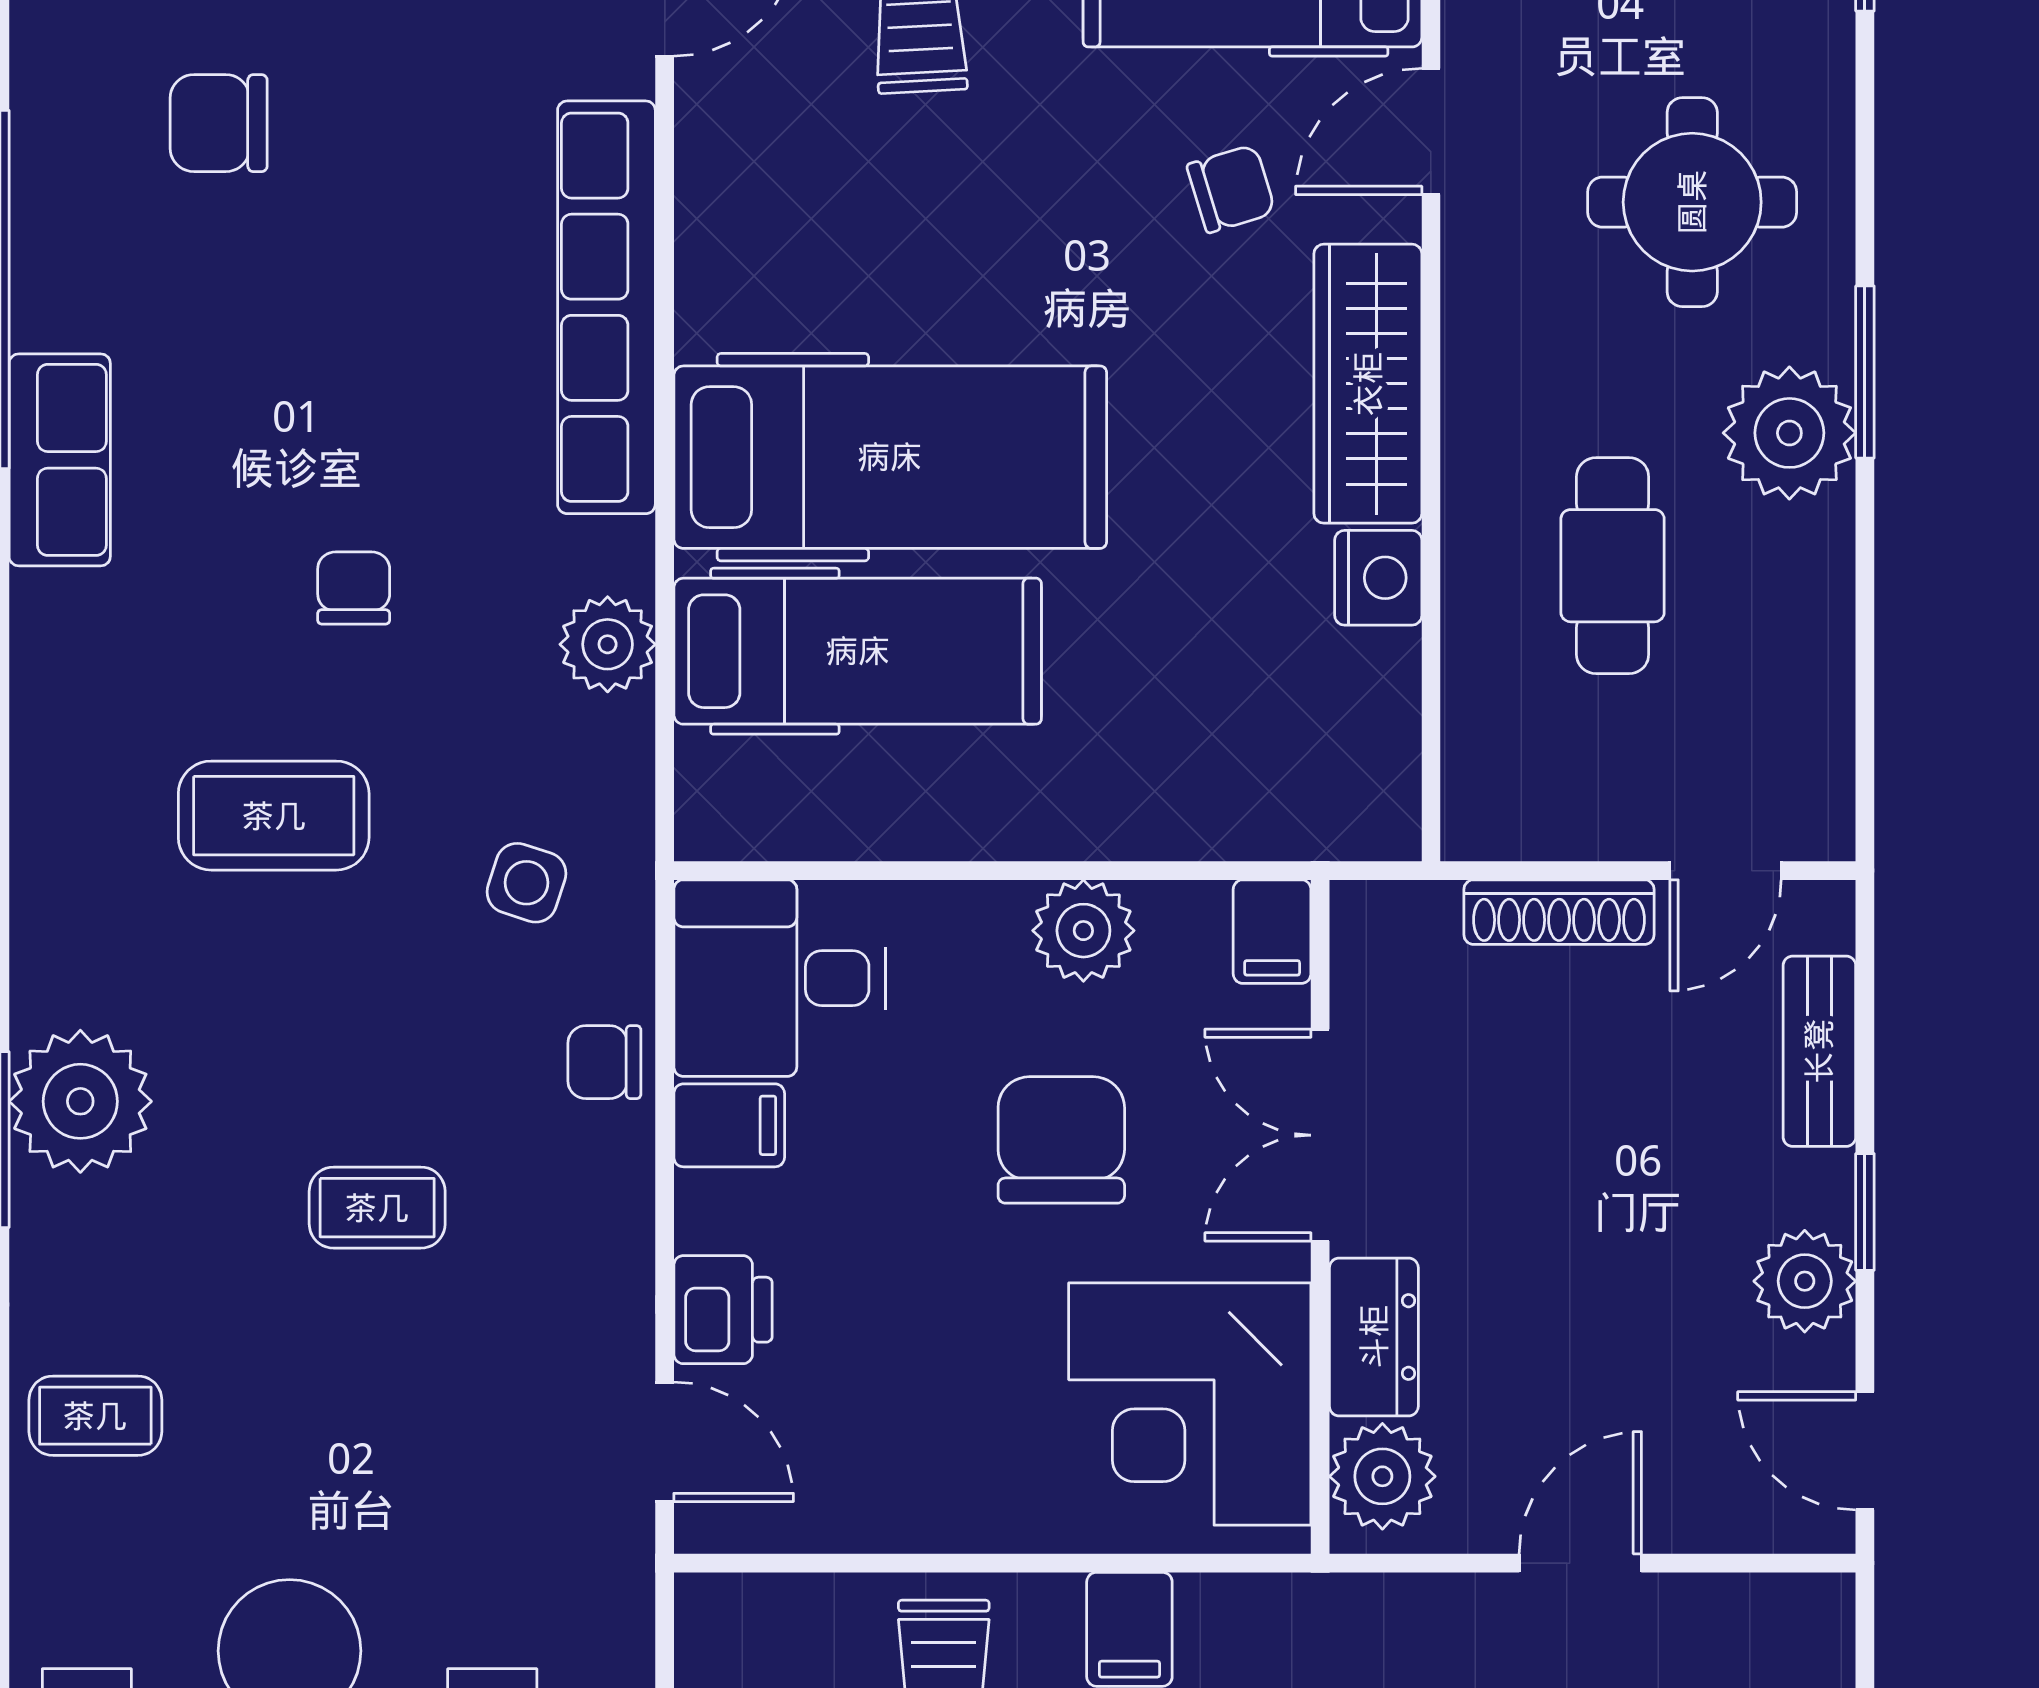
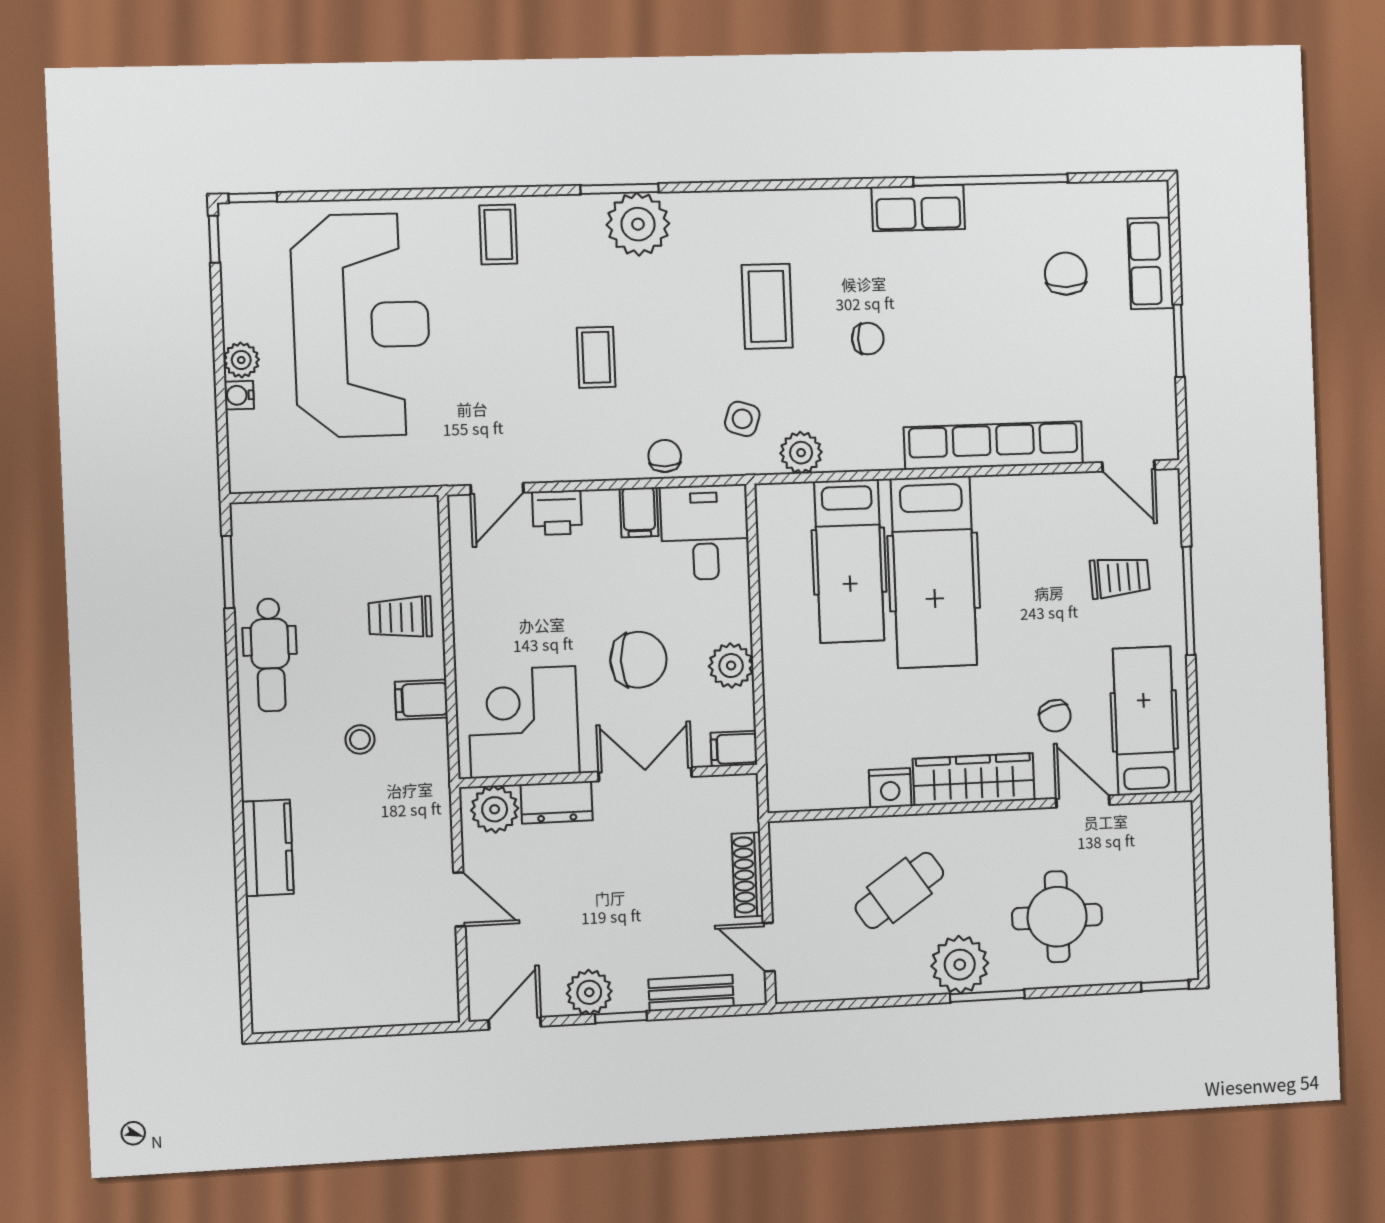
cafe table: (1613, 566) -> (899, 890), turned -34
plant: (608, 644) -> (801, 453), moved

